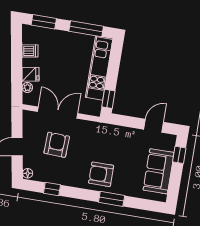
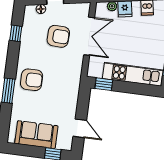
floor lamp: (28, 173) -> (41, 9), moved
armchair: (101, 174) -> (32, 80), turned 90

